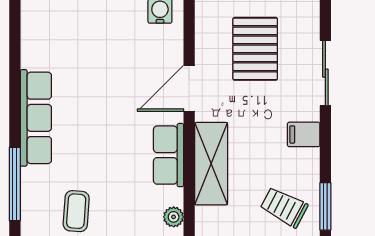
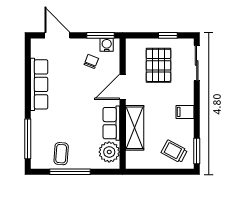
chair: (132, 42) -> (91, 61), added
sliding door: (325, 73) -> (197, 63), moved
row of seats: (36, 118) -> (39, 84), moved
plant: (174, 217) -> (109, 152), width x1.87, depth x1.87

